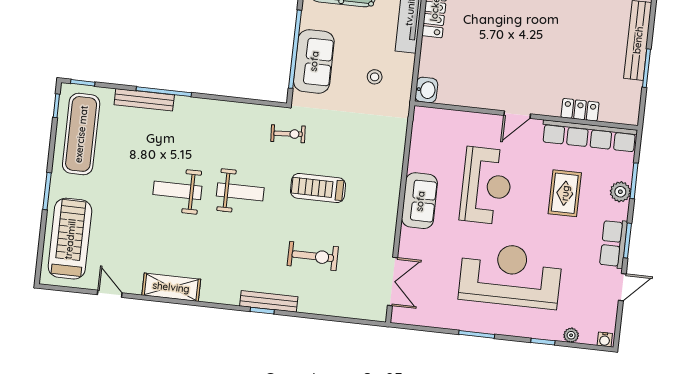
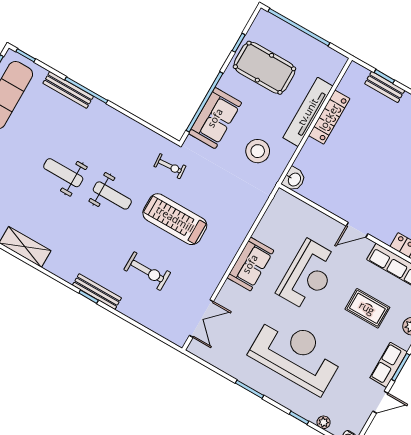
stool: (375, 77) -> (258, 151), width x1.89, depth x1.89
treadmill: (318, 188) -> (175, 219), width x1.37, depth x1.38
rug: (565, 193) -> (367, 308), turned 90

